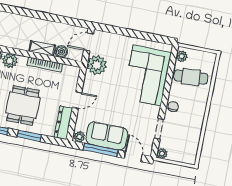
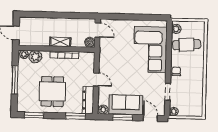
door: (89, 42) -> (97, 30), swing flipped
boiler: (61, 52) -> (90, 42), moved
plant: (97, 65) -> (107, 48), removed
door: (77, 100) -> (96, 79), hinge flipped
window: (29, 136) -> (76, 116), moved
window: (101, 150) -> (123, 117), width x0.69

